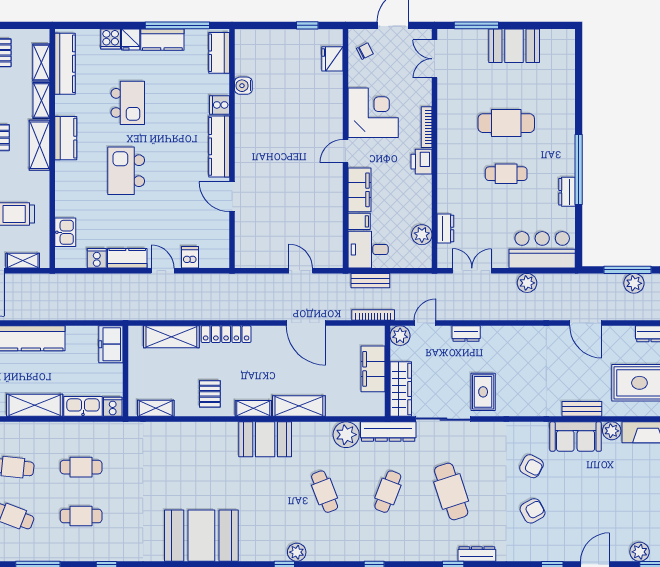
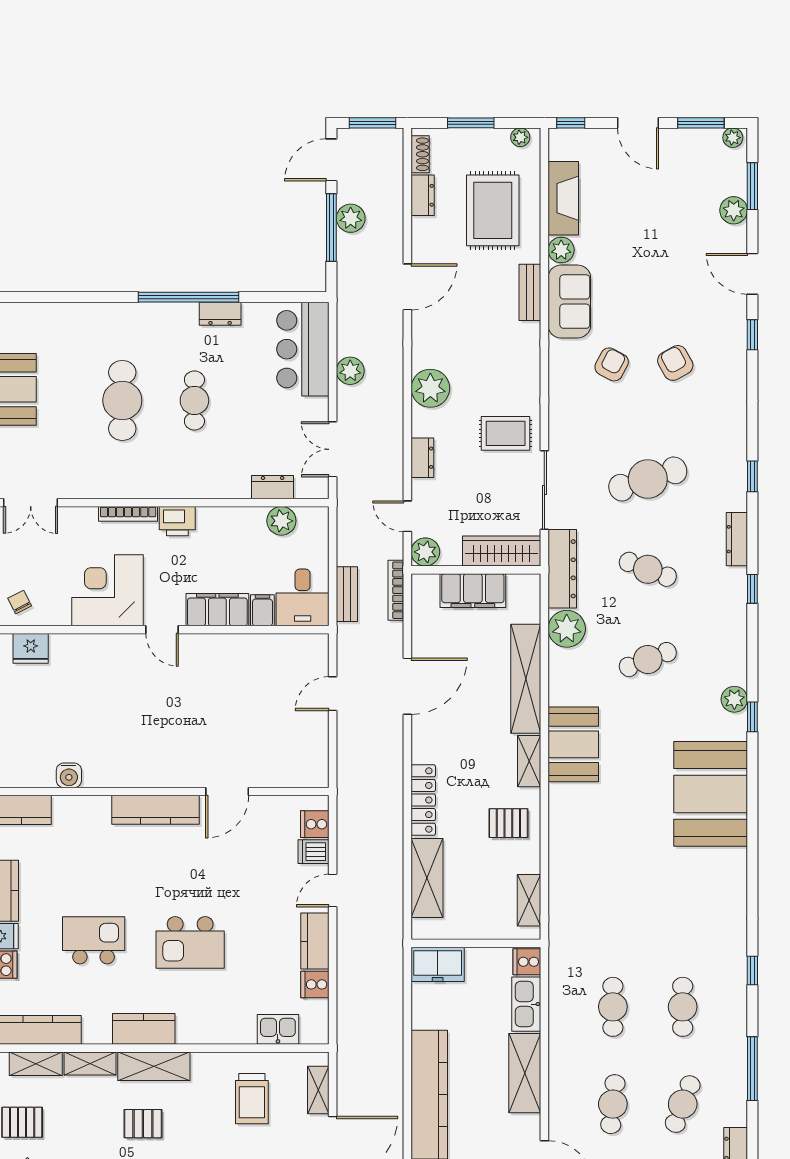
cooker: (219, 105) -> (315, 824), moved, turned 90
plant: (515, 339) -> (430, 388), added
shelving: (299, 406) -> (526, 679), width x1.47
booth: (201, 536) -> (711, 794), moved
dresser: (477, 554) -> (737, 539), moved

